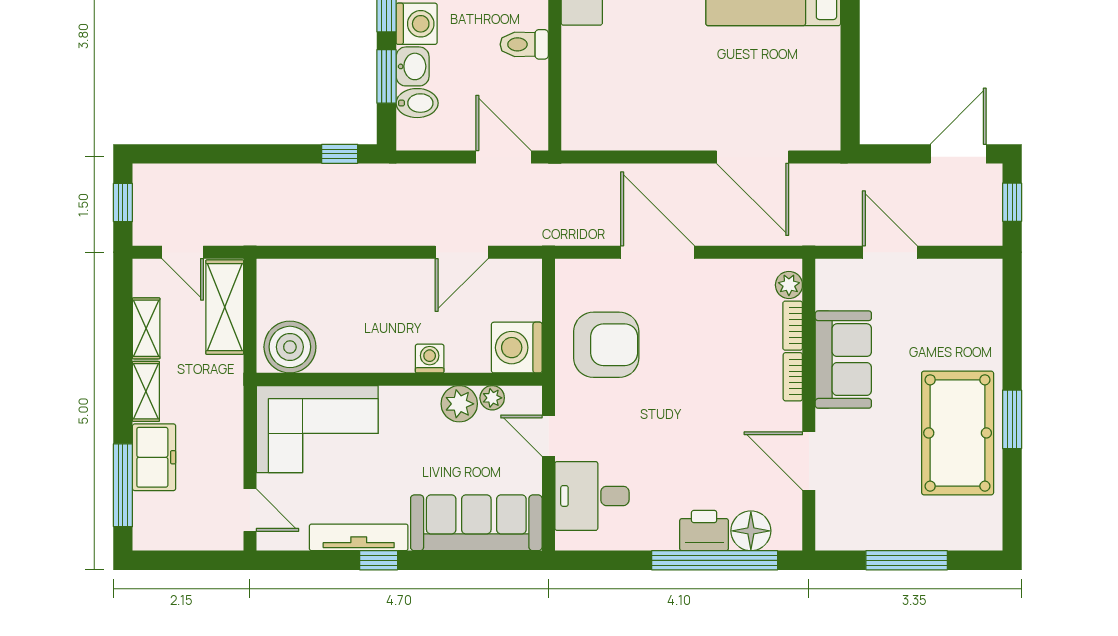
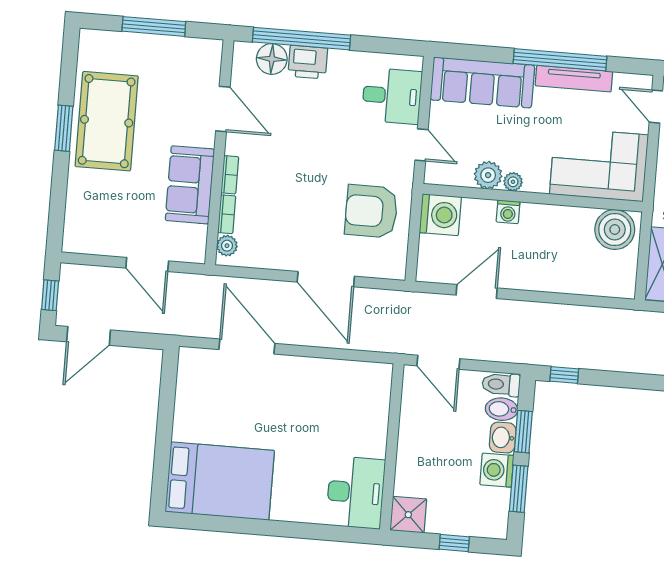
toilet: (524, 44) -> (501, 384), moved, turned 180
plant: (492, 398) -> (513, 182), moved
window: (379, 560) -> (560, 60), width x3.17

